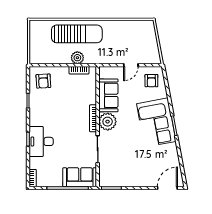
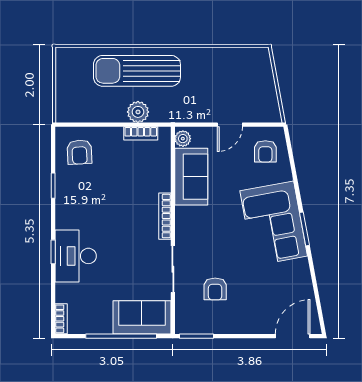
sun lounger: (77, 34) -> (137, 71), turned 180
plant: (108, 122) -> (183, 139), moved, width x0.53, depth x0.53
armchair: (122, 161) -> (215, 289), added

